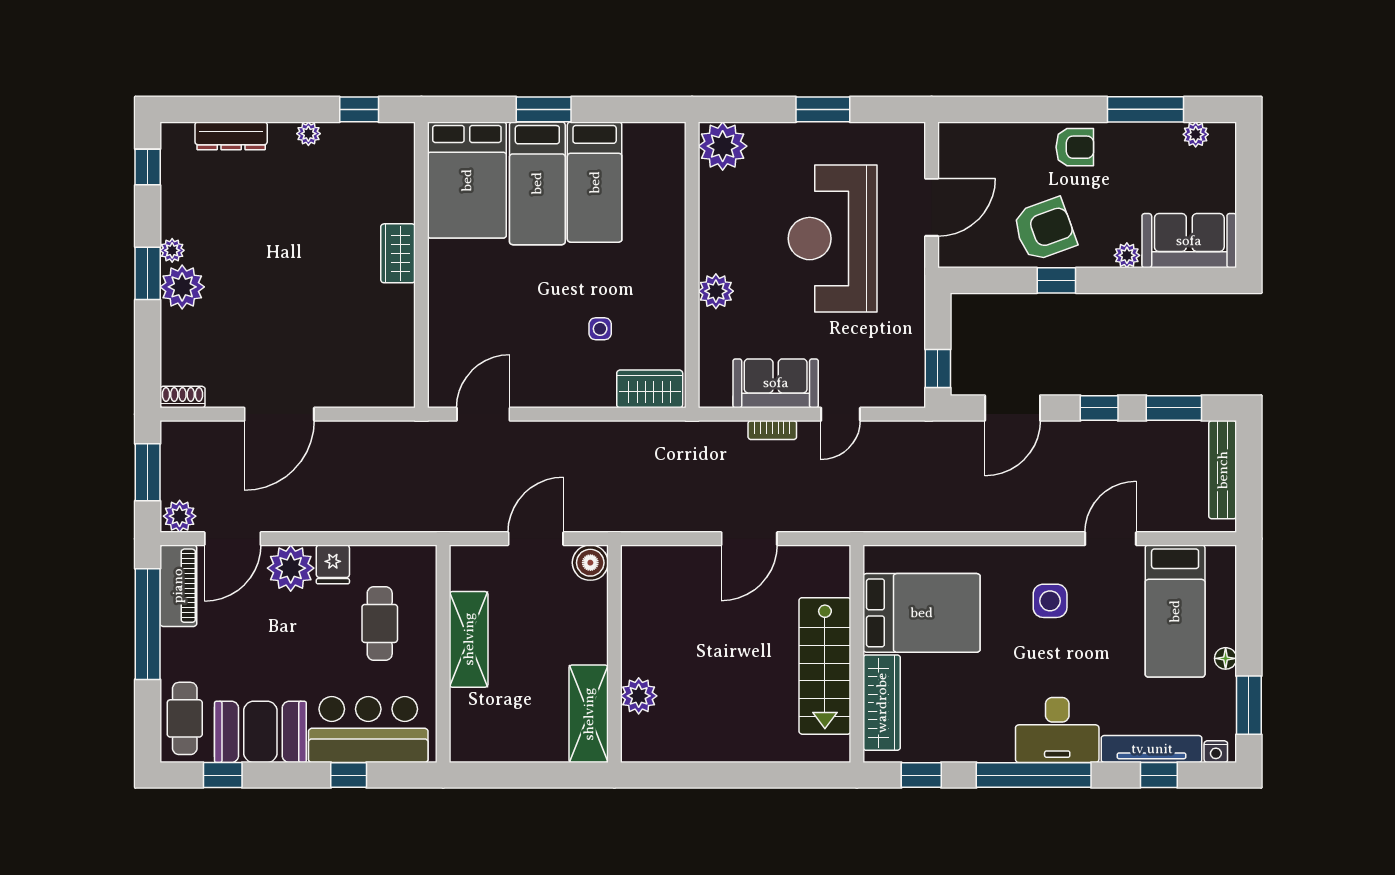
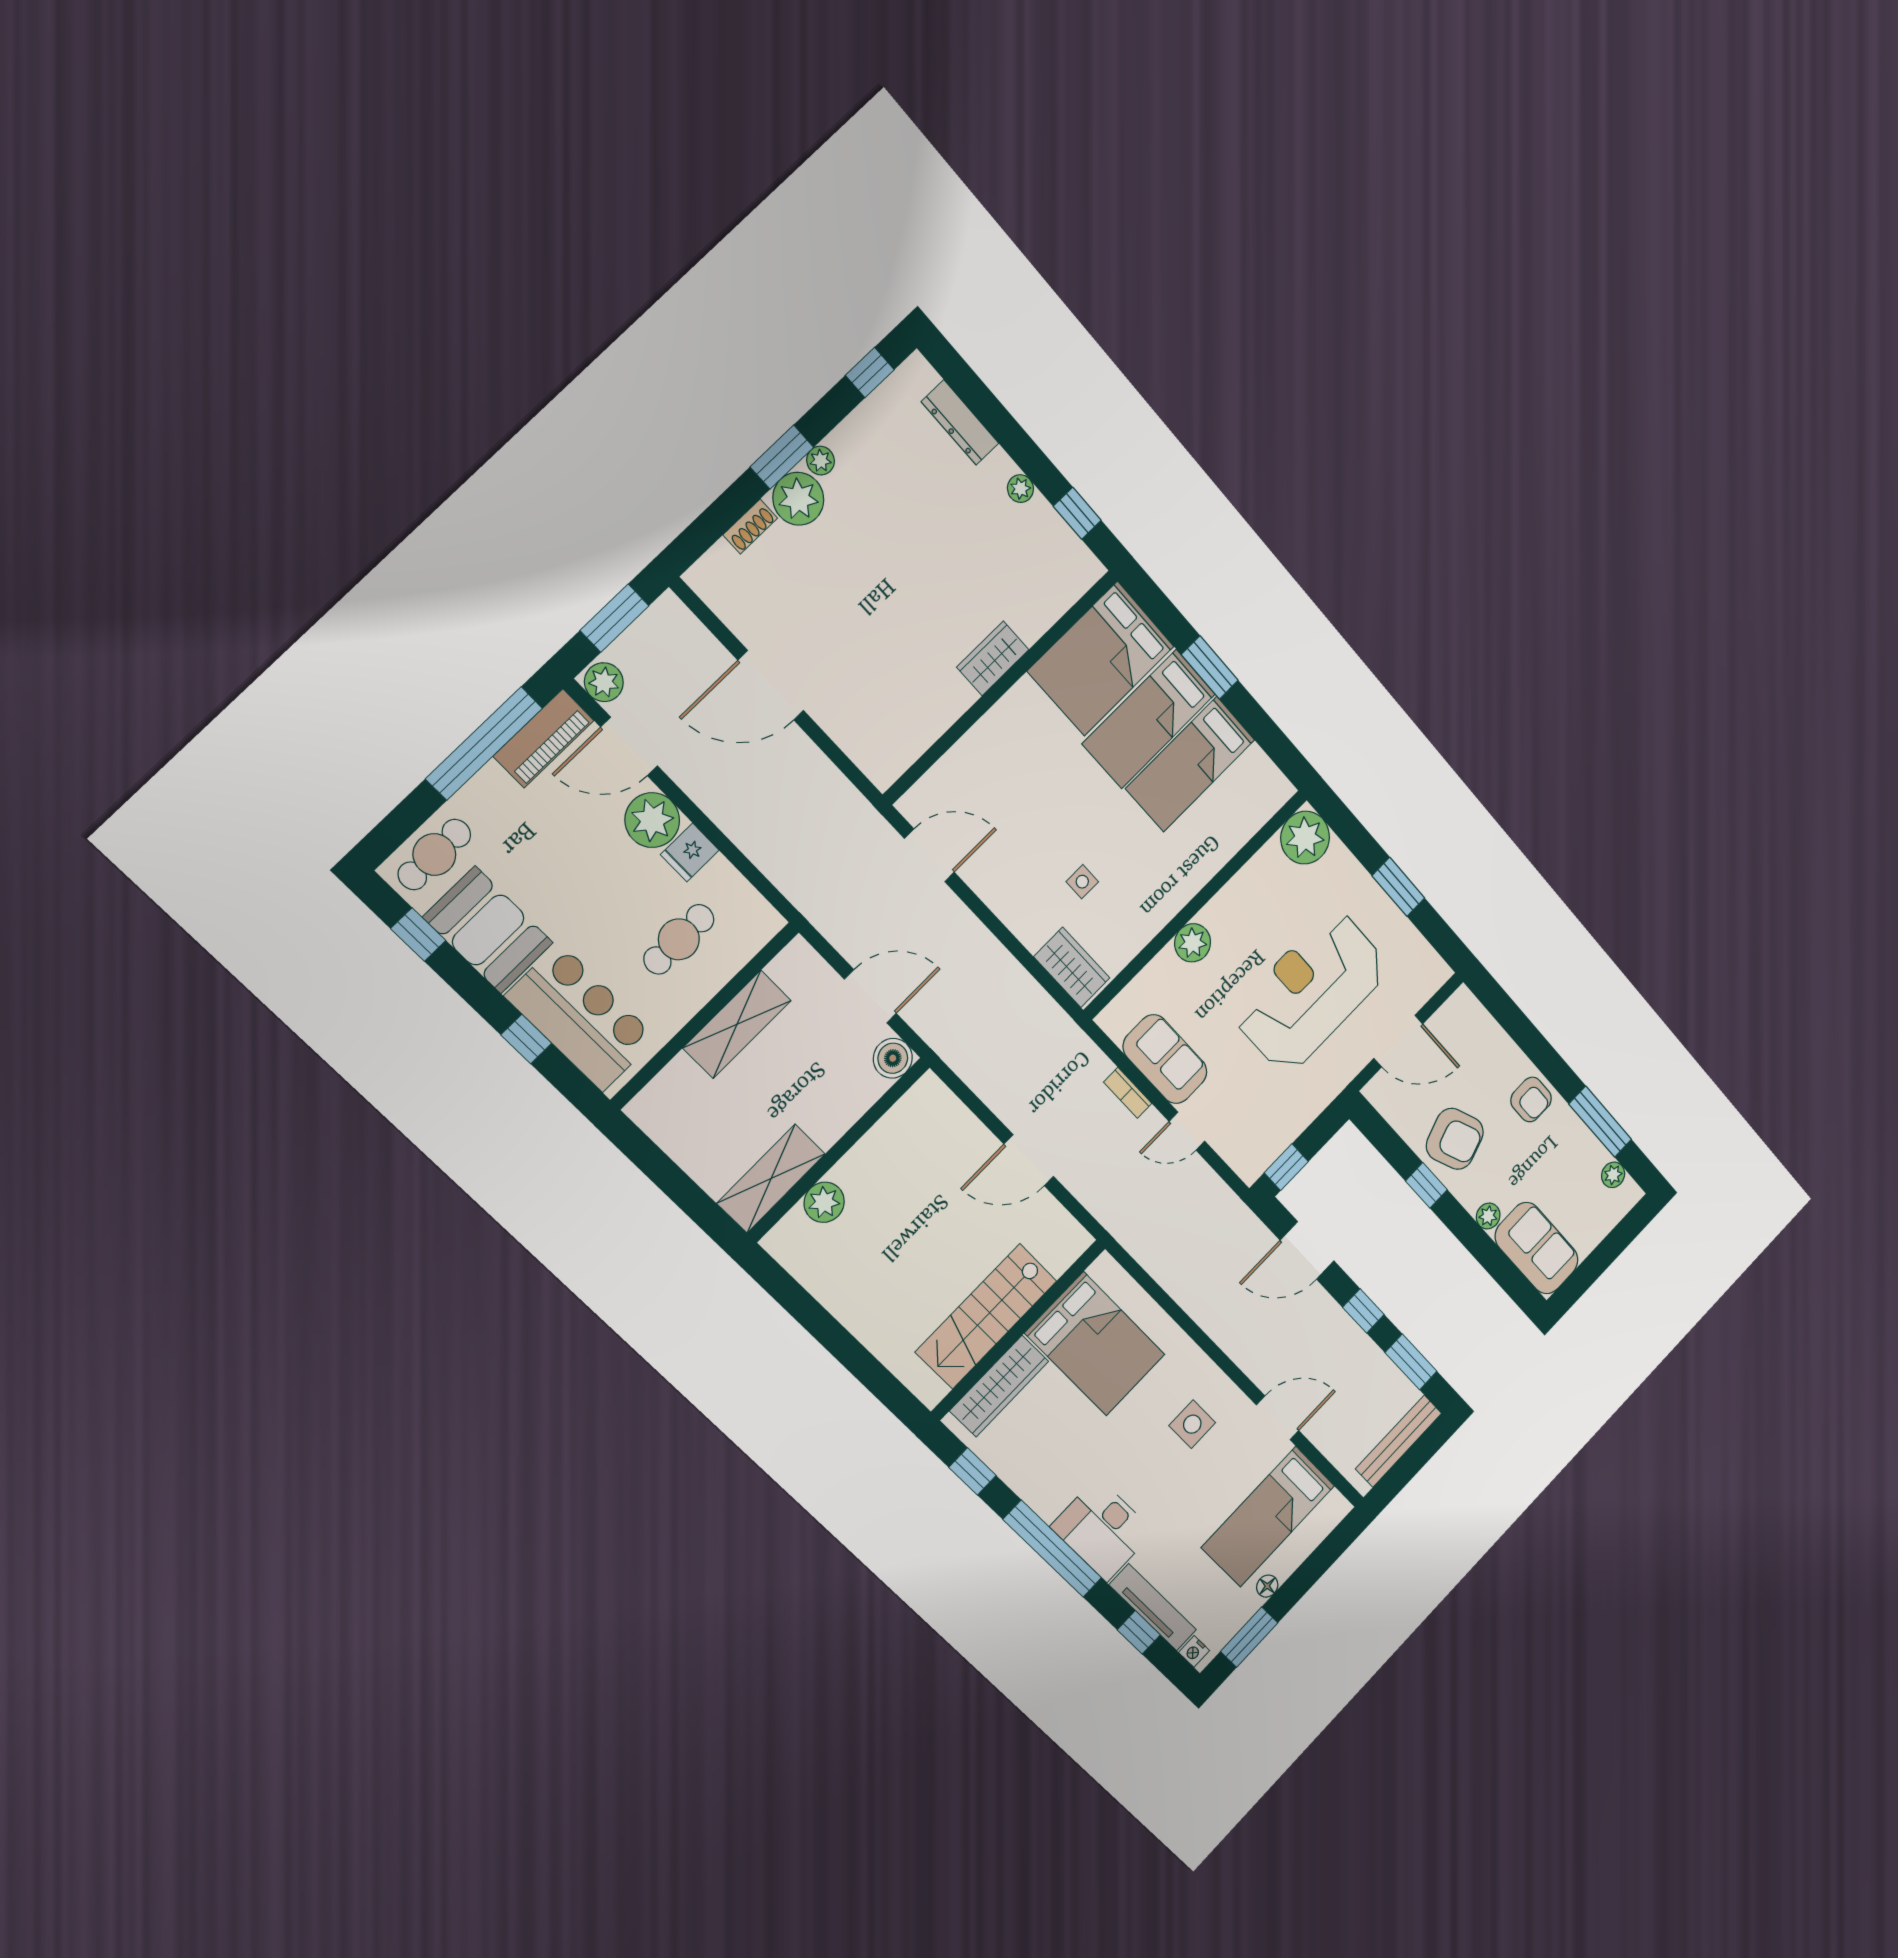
shoe rack: (183, 397) -> (750, 526), moved, turned 90

